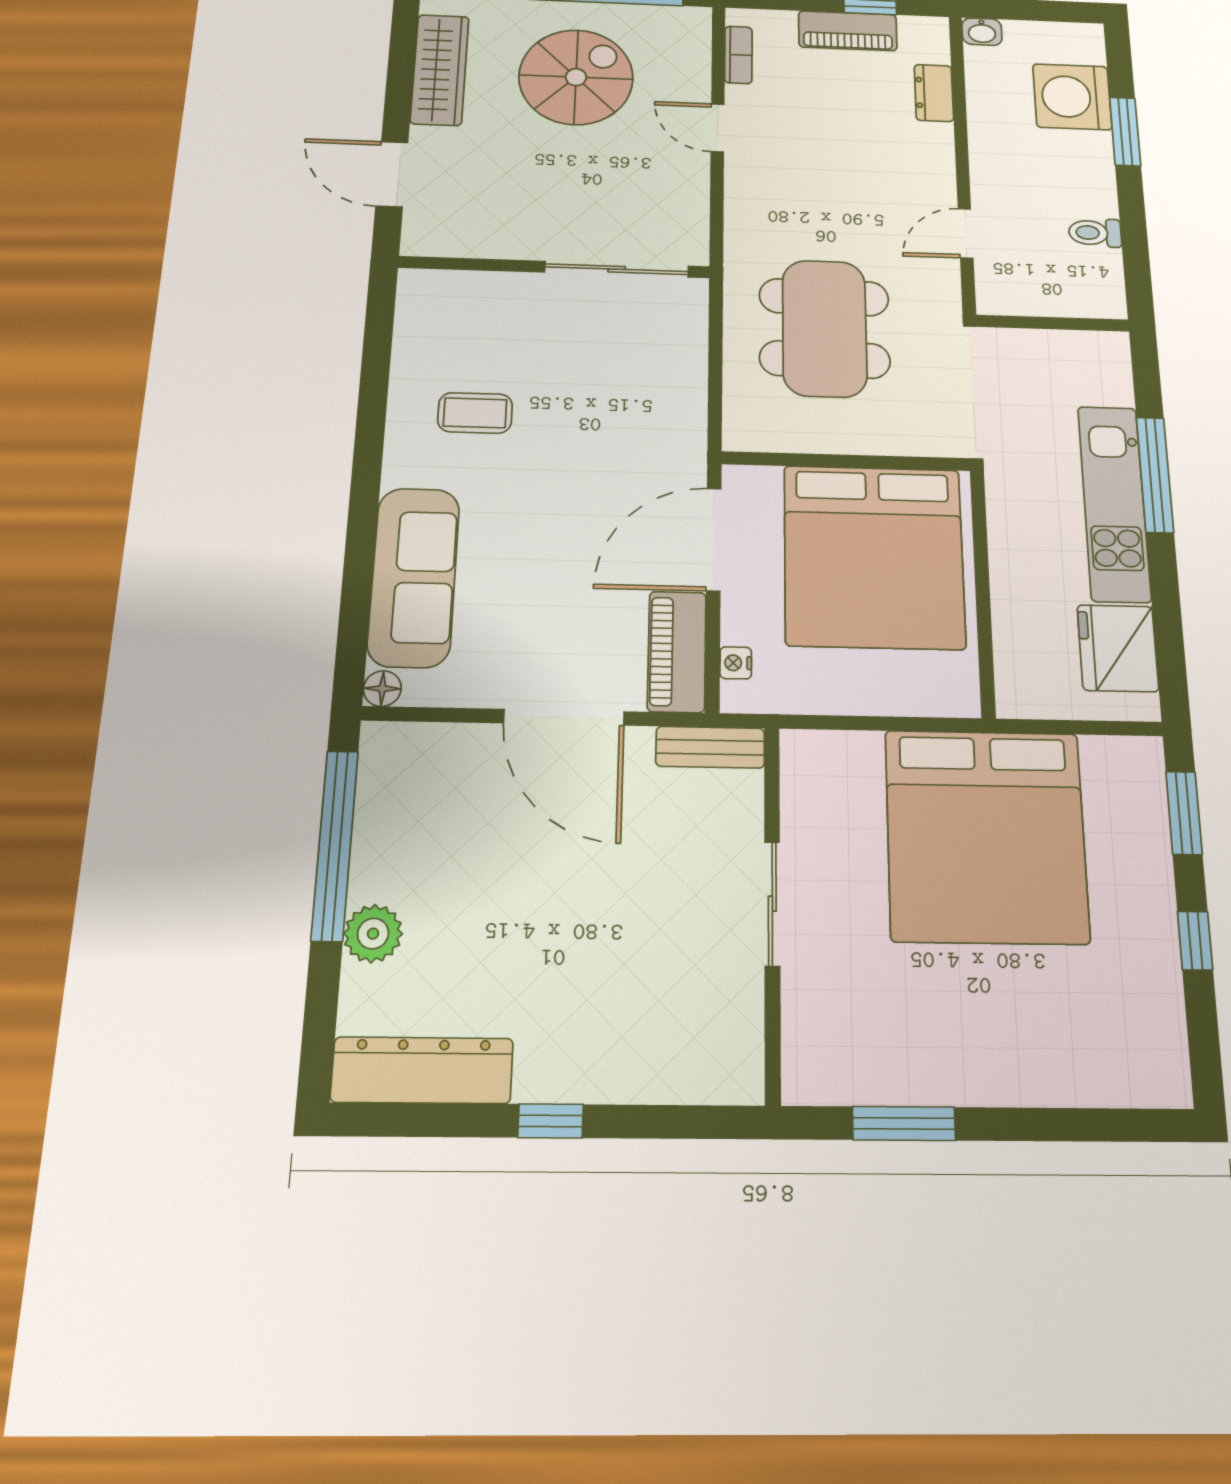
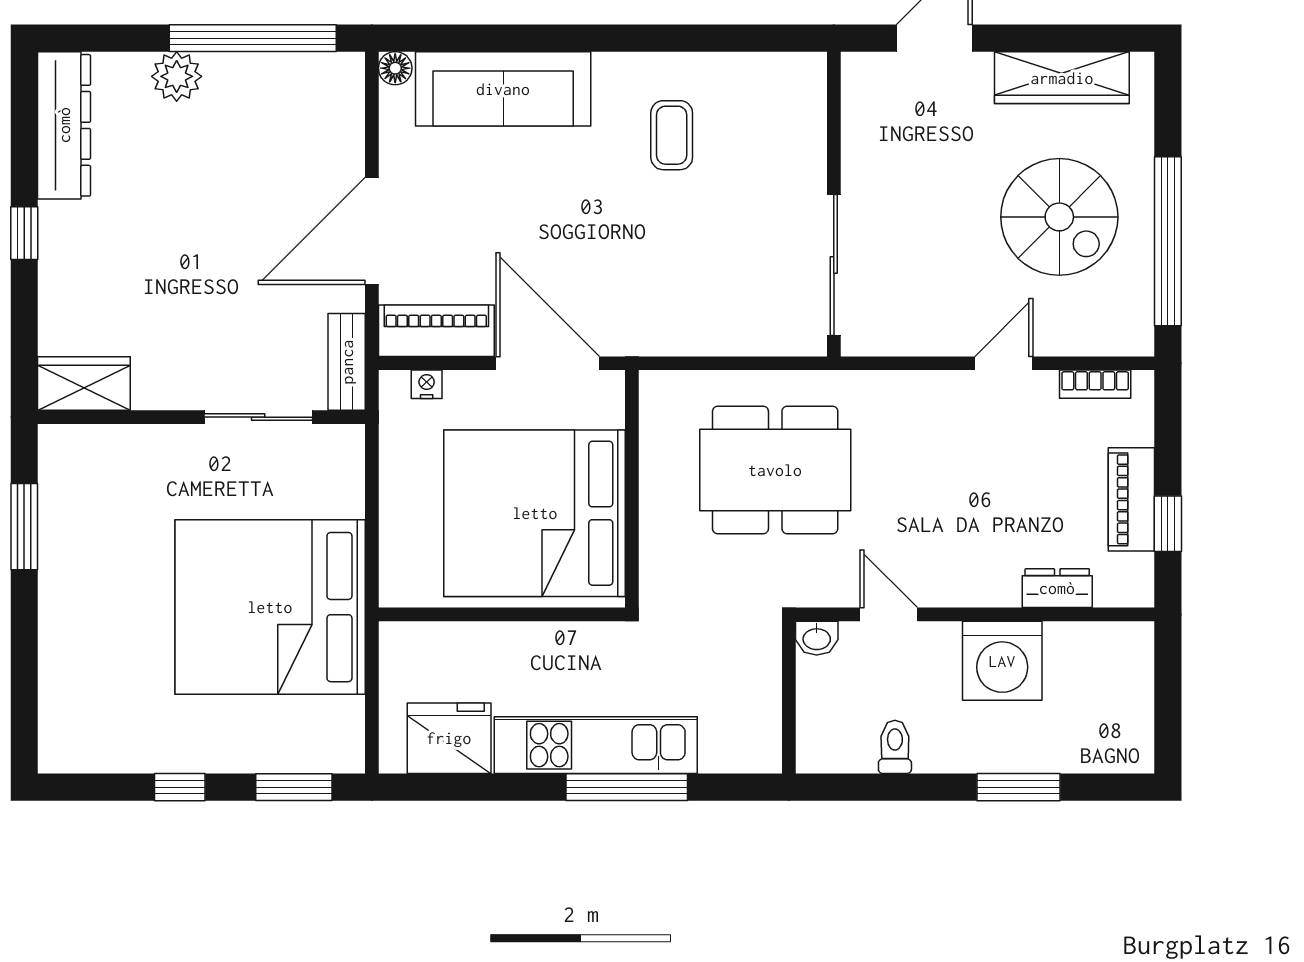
washbasin: (982, 32) -> (817, 638), moved, turned -90
washing machine: (1072, 97) -> (1002, 661), moved, turned 180
sliding door: (772, 904) -> (258, 417), moved
wardrobe: (733, 1049) -> (84, 384), added

